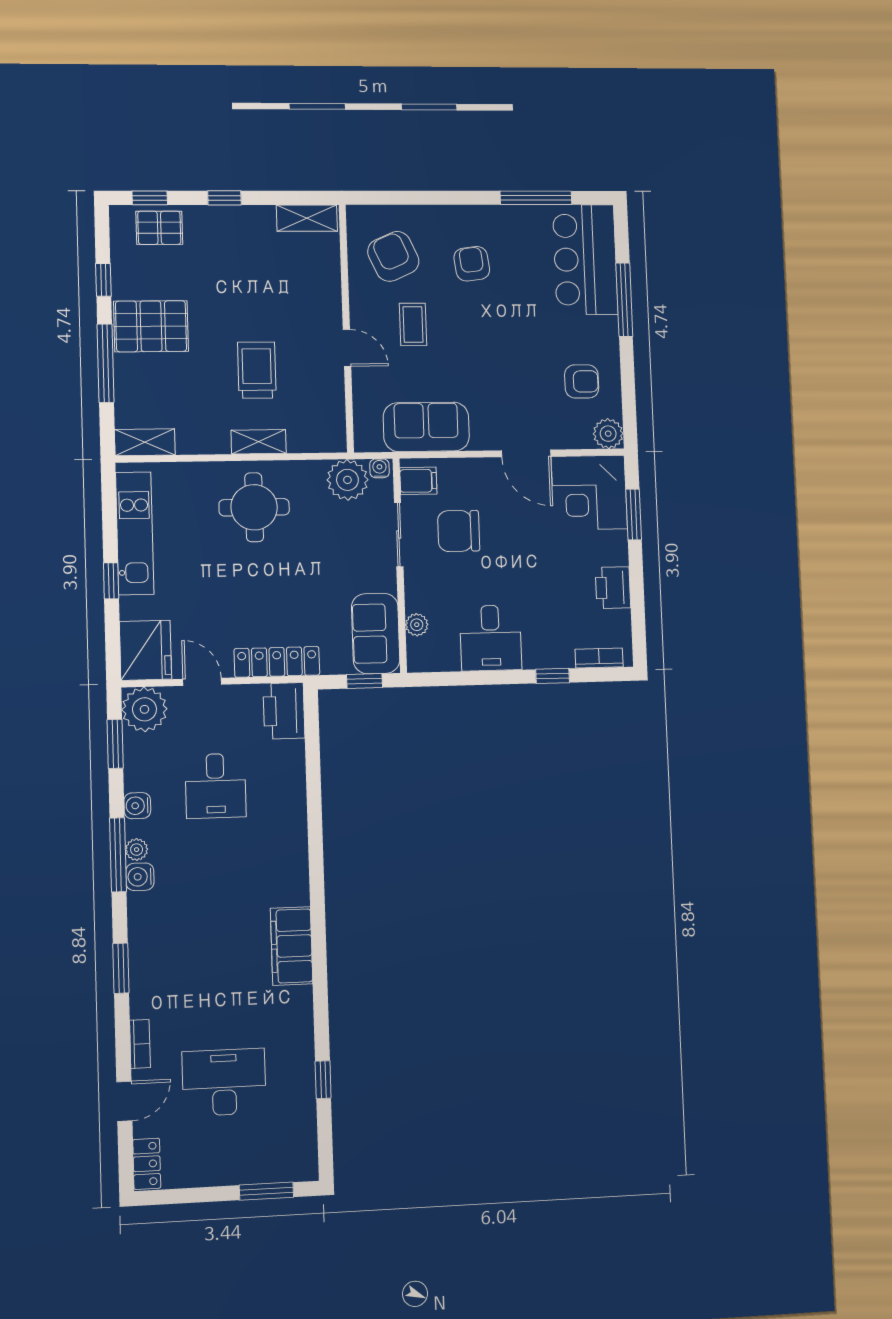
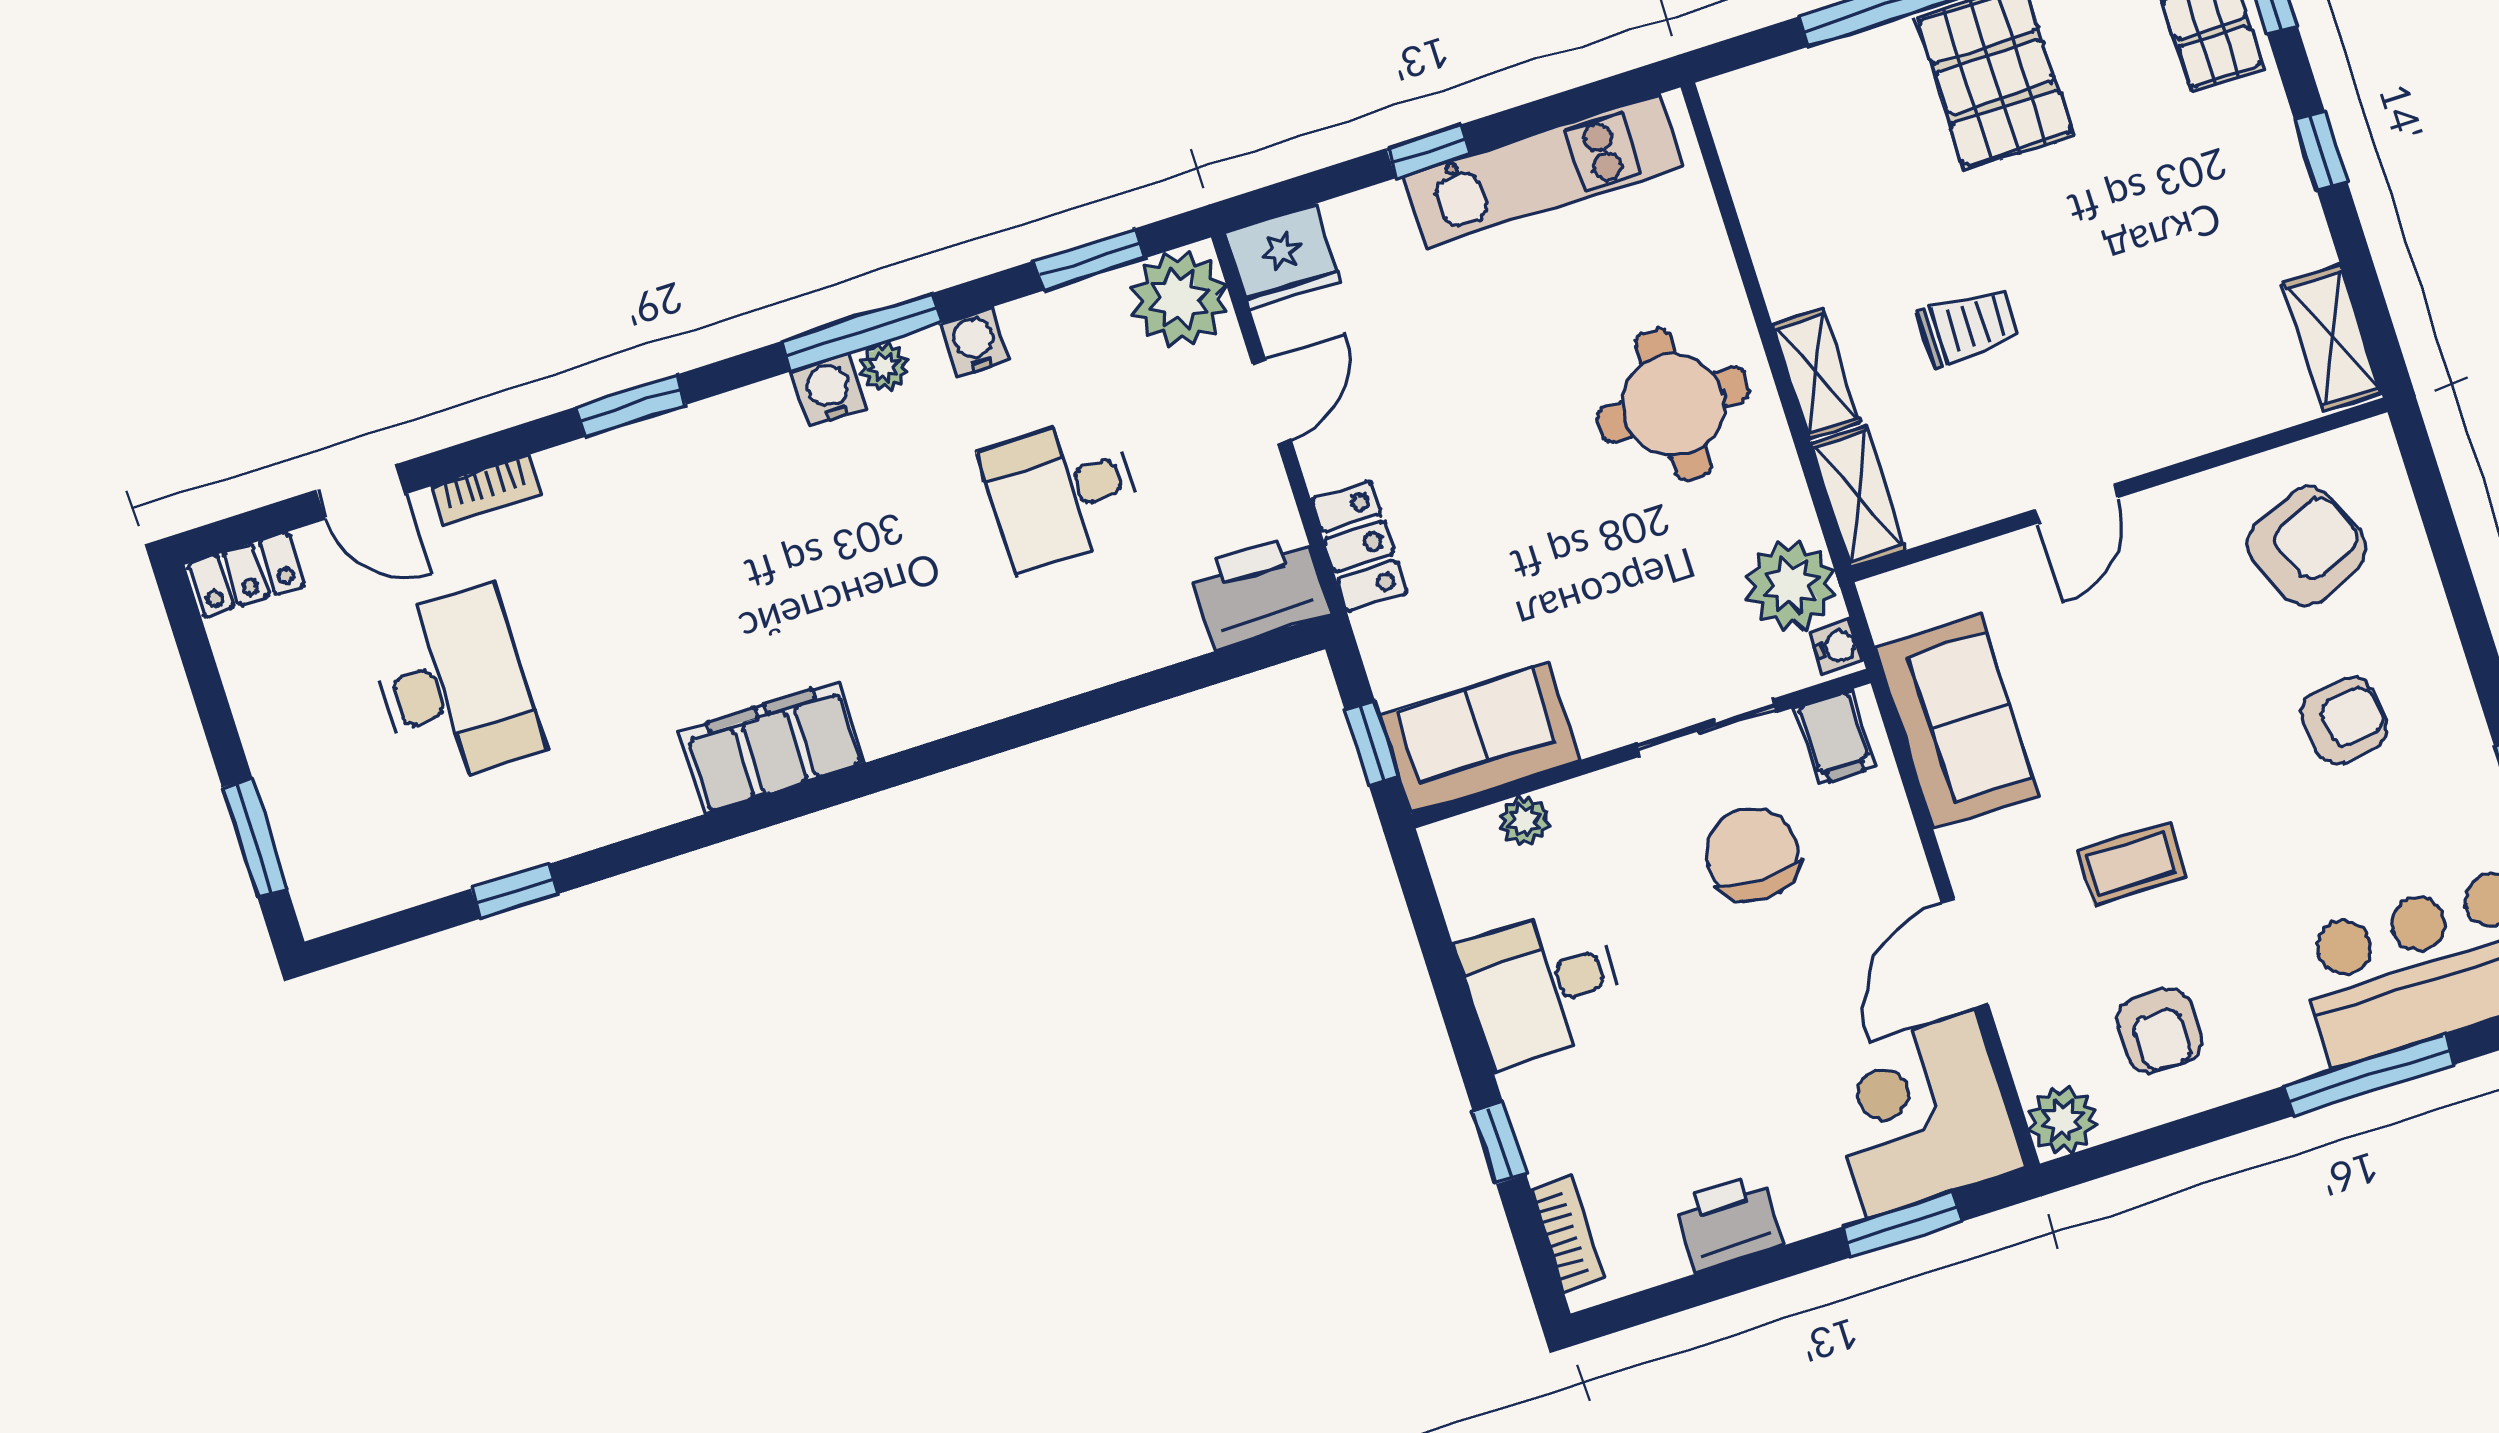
coffee table: (413, 324) -> (2131, 864), moved
trolley: (257, 370) -> (1969, 326), width x0.73, depth x0.72
shelving: (145, 442) -> (1858, 497), moved
fridge: (145, 650) -> (1283, 257), width x0.73, depth x0.75
locker: (277, 662) -> (1359, 546), width x0.66

